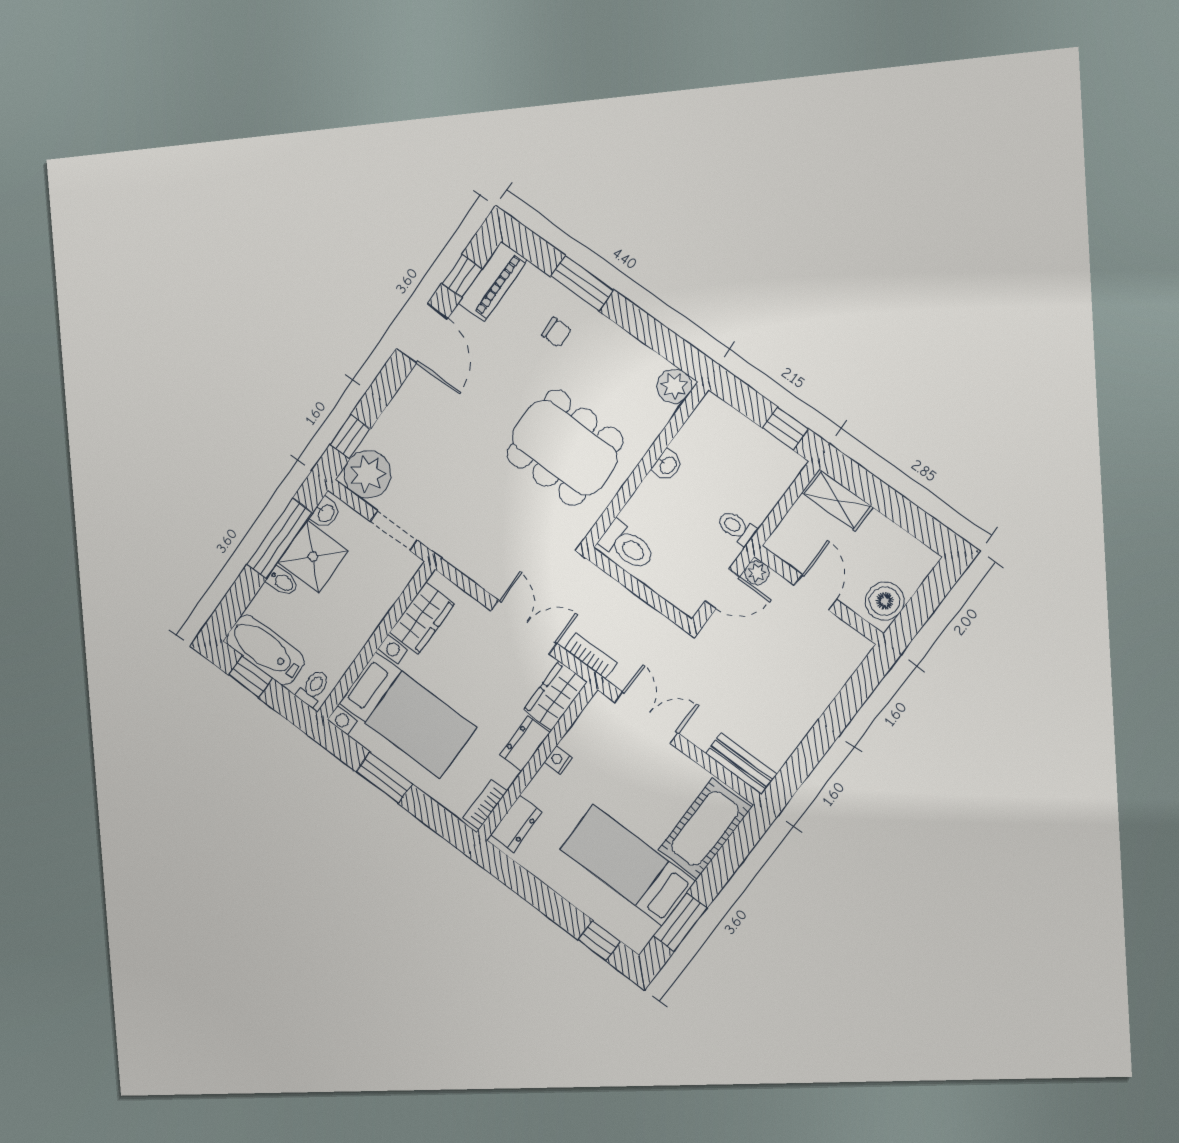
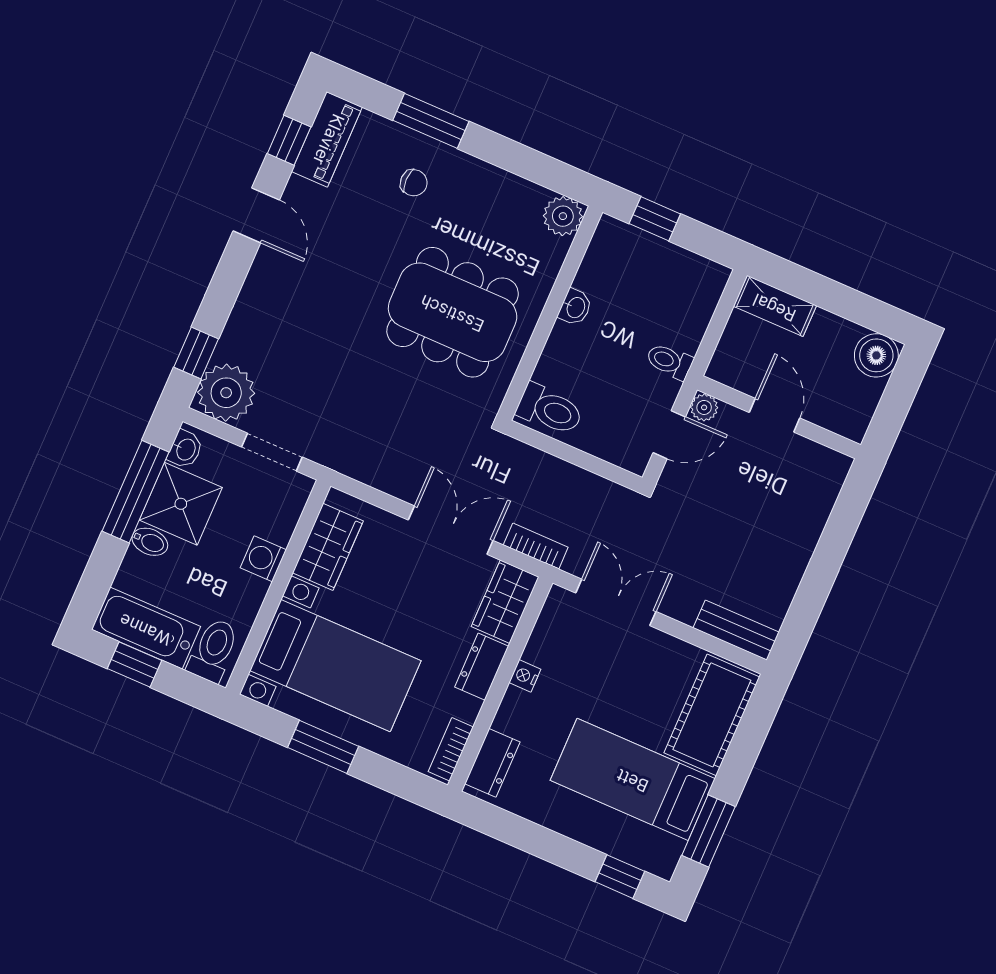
door: (422, 333) -> (256, 215), width x0.73
window: (785, 428) -> (655, 219), moved
boiler: (885, 601) -> (876, 355), moved
washing machine: (369, 616) -> (263, 559), added
toilet: (313, 688) -> (213, 650), width x1.37, depth x1.39

